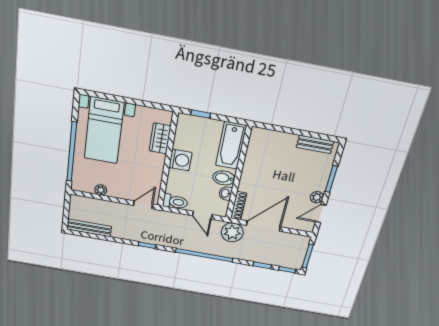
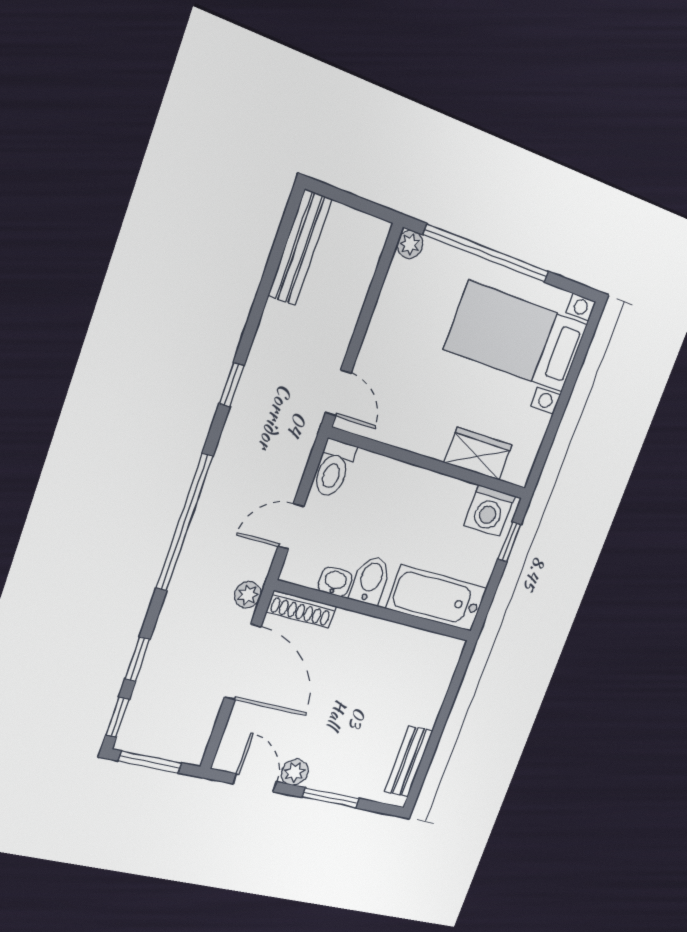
washing machine: (180, 160) -> (489, 511), moved
plant: (101, 190) -> (410, 244), moved
plant: (232, 232) -> (248, 595), width x0.53, depth x0.53

